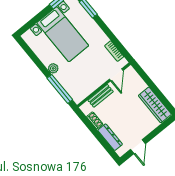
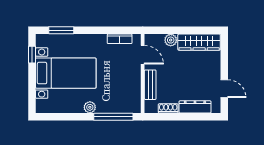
plant: (141, 85) -> (171, 40), added

